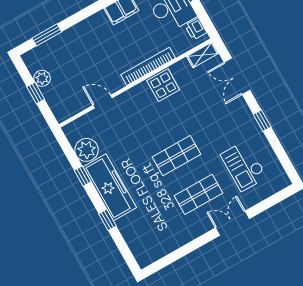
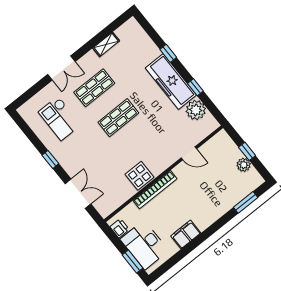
shelving: (203, 55) -> (106, 44), moved
checkout: (244, 166) -> (60, 118), turned 180

